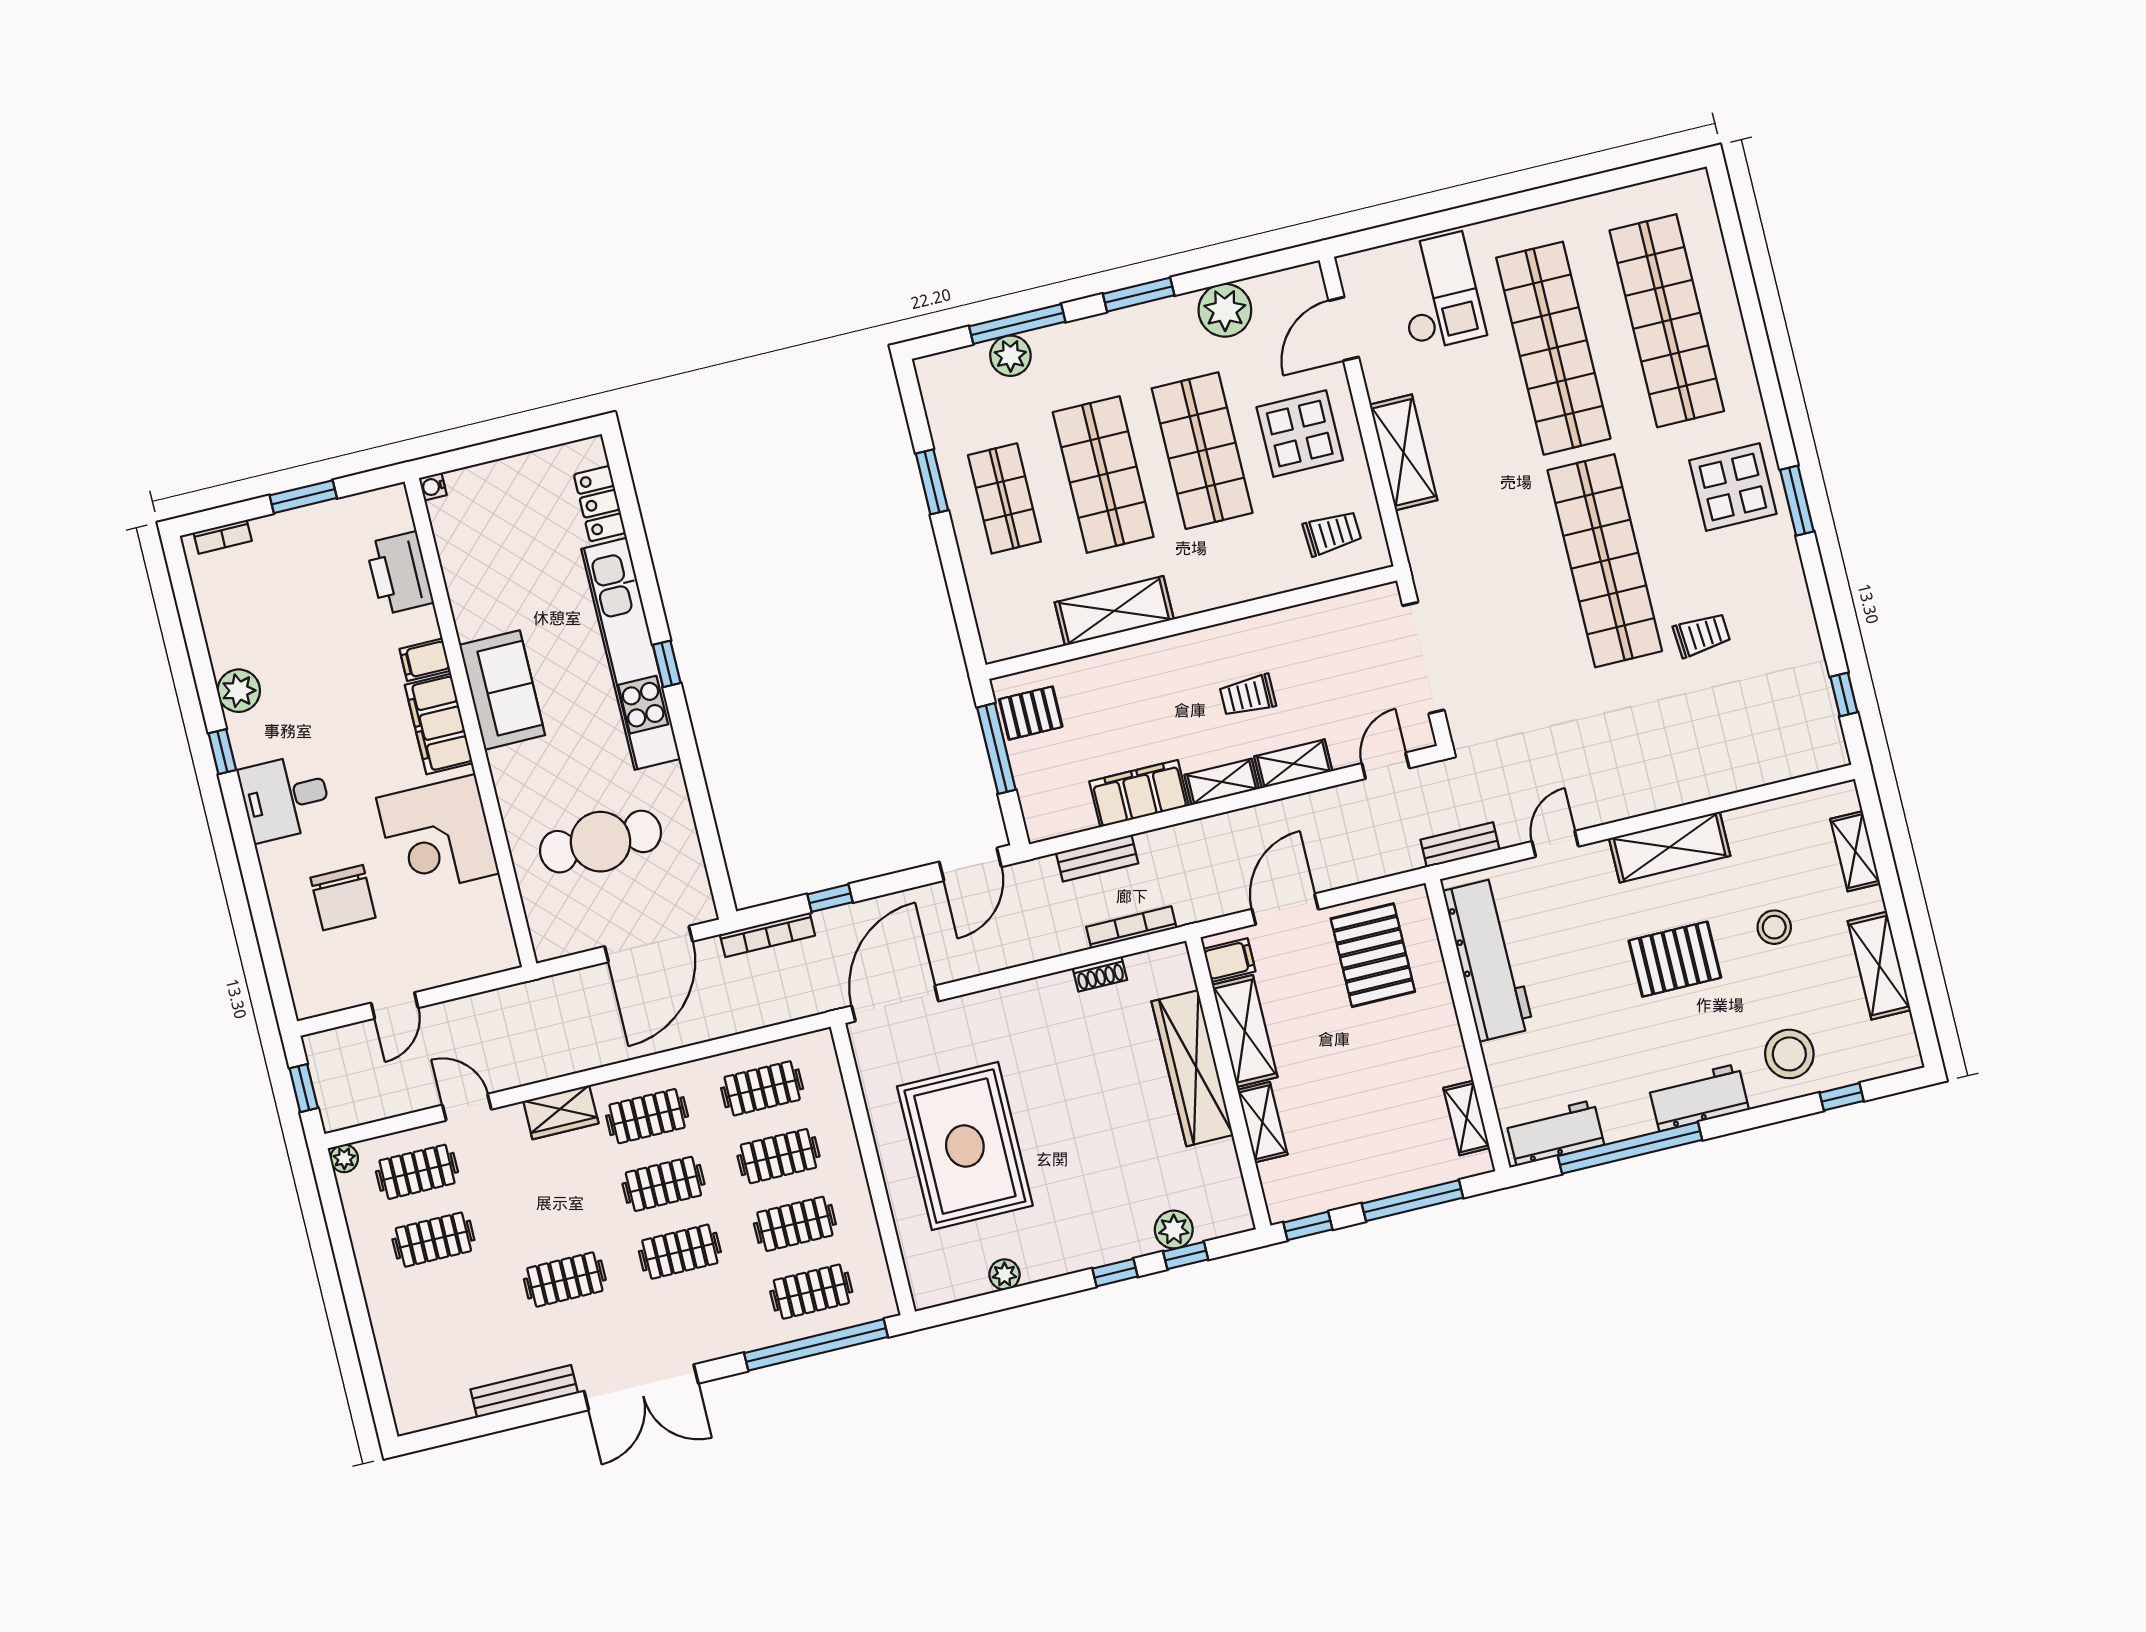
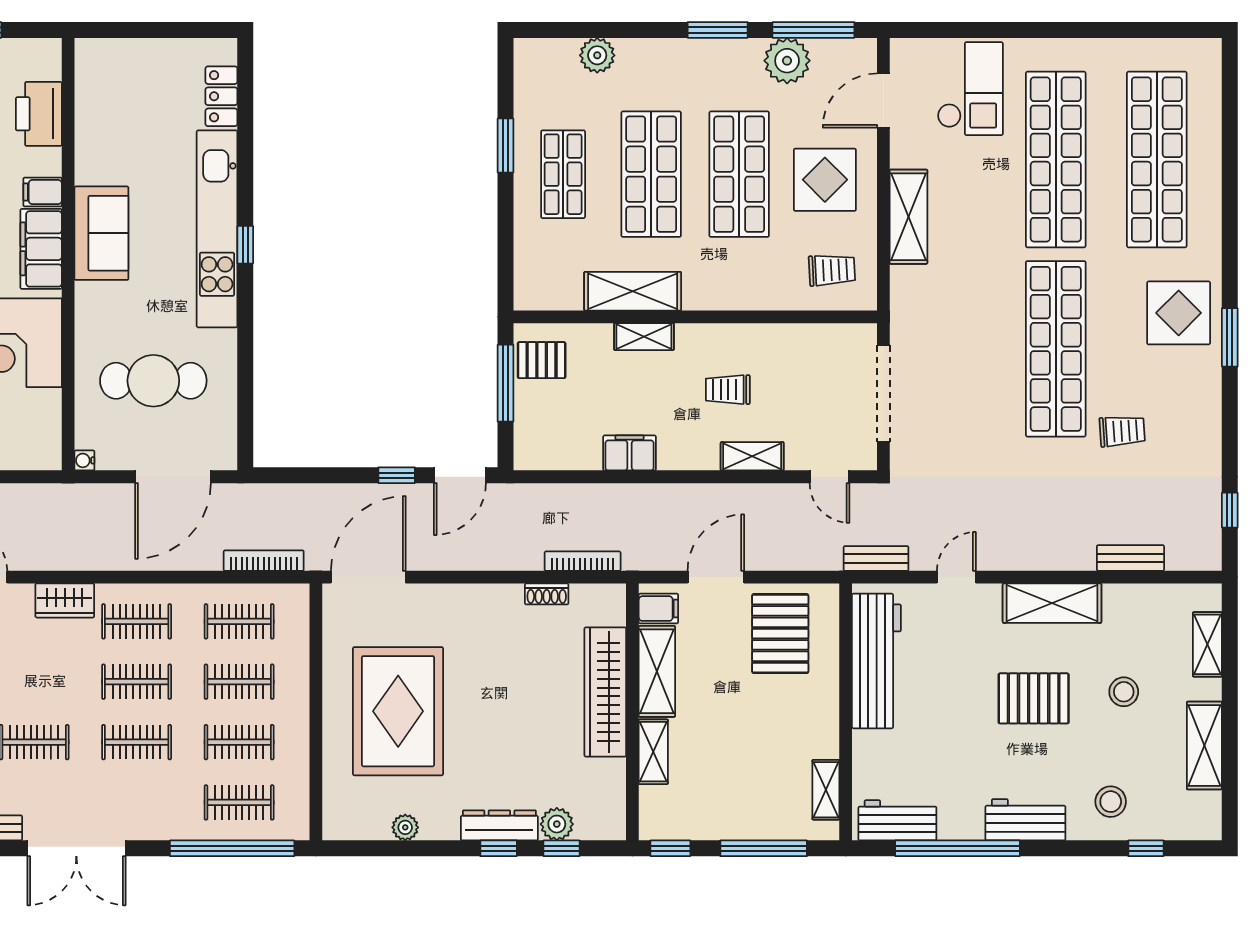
window: (1017, 324) -> (813, 30), moved
water cooler: (433, 487) -> (84, 460), moved
door: (1386, 766) -> (830, 477), swing flipped
shelving: (1222, 782) -> (644, 337), moved
filing cabinet: (1139, 794) -> (630, 453), width x0.67, depth x0.86
bench: (1097, 858) -> (1130, 558), moved
window: (830, 898) -> (397, 475), moved
bookcase: (767, 935) -> (264, 561), moved, turned 180
stool: (1789, 1054) -> (1111, 802), width x0.73, depth x0.73
dresser: (1110, 1247) -> (499, 825), added

